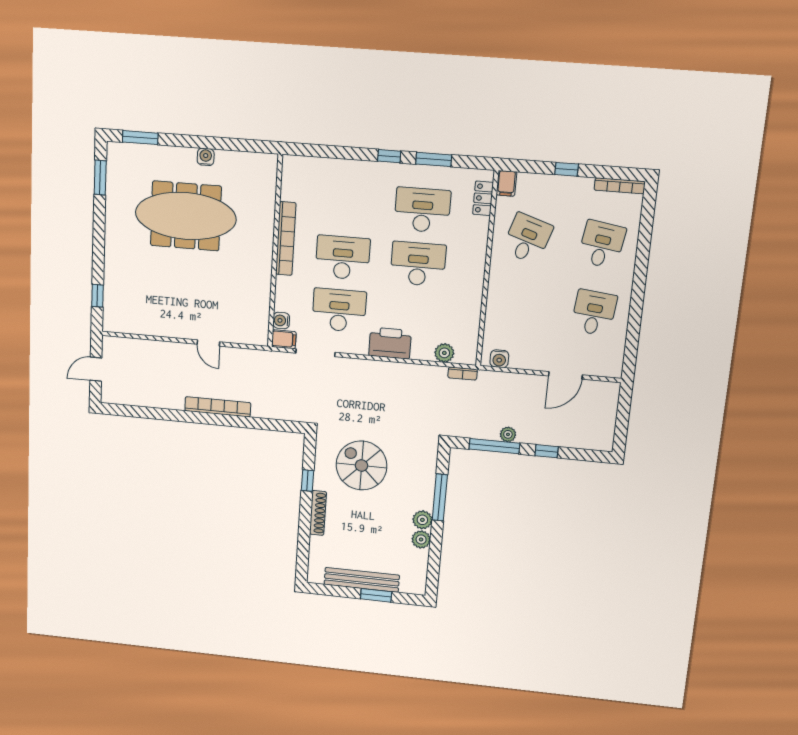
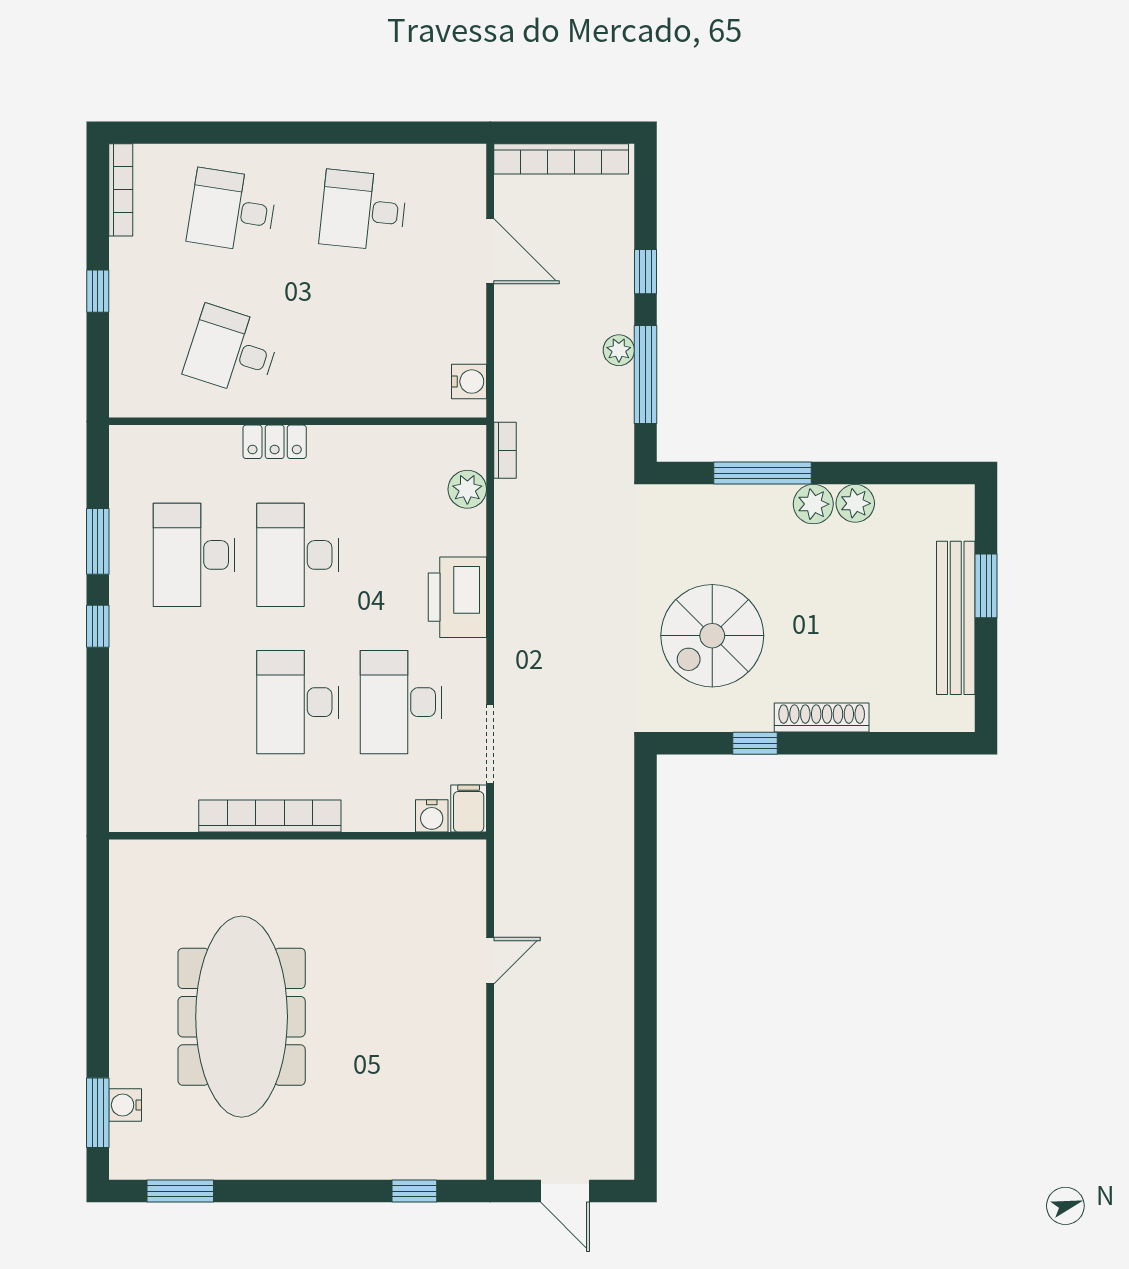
water cooler: (206, 157) -> (125, 1105), moved
filing cabinet: (507, 183) -> (132, 400), removed
locker: (483, 198) -> (275, 442), moved
bookcase: (218, 407) -> (561, 159), moved, turned -90

